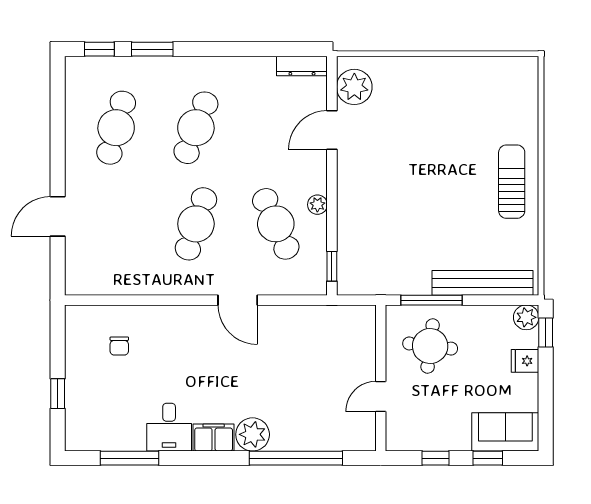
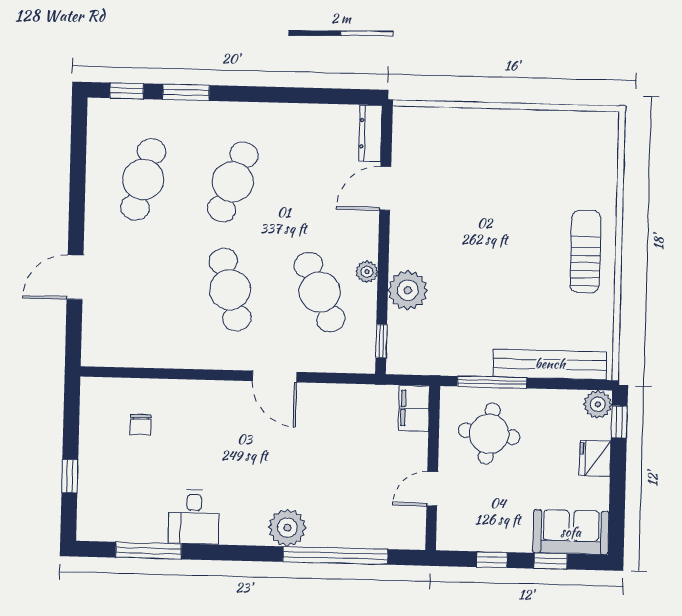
dresser: (302, 66) -> (370, 133), moved, turned 90
plant: (354, 87) -> (408, 290), moved
cafe table: (196, 224) -> (230, 290), turned -33
fridge: (525, 361) -> (595, 458), width x1.38
filing cabinet: (214, 438) -> (414, 408), moved, turned -90

